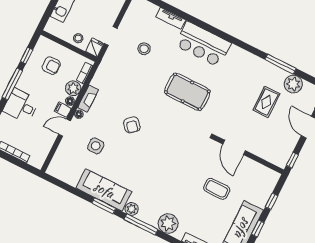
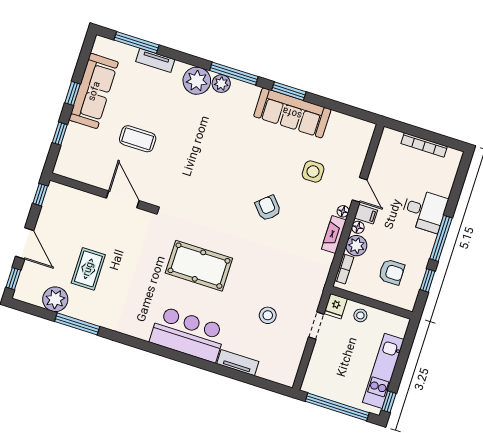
armchair: (51, 66) -> (391, 272), turned 180
door: (65, 128) -> (360, 190), hinge flipped
plant: (132, 209) -> (221, 84), moved

